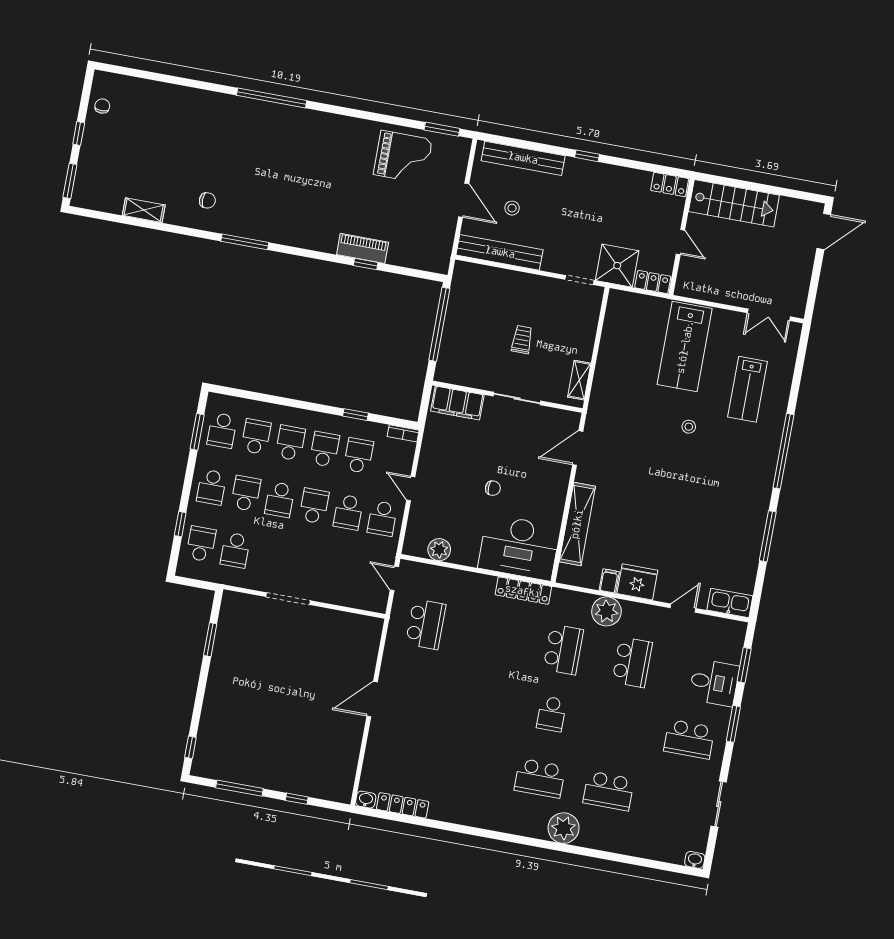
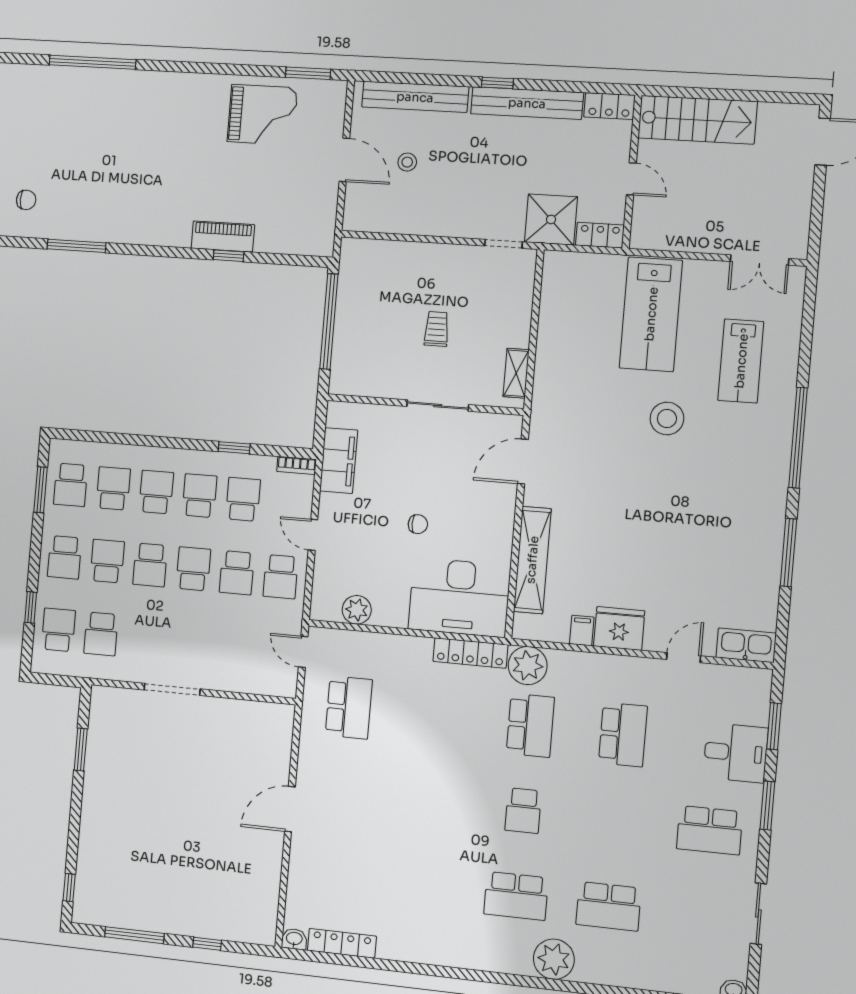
bench: (500, 252) -> (527, 103), moved
filing cabinet: (457, 403) -> (339, 461), moved, turned -90
stool: (689, 427) -> (667, 418), width x1.89, depth x1.89
plant: (606, 611) -> (528, 666), moved

